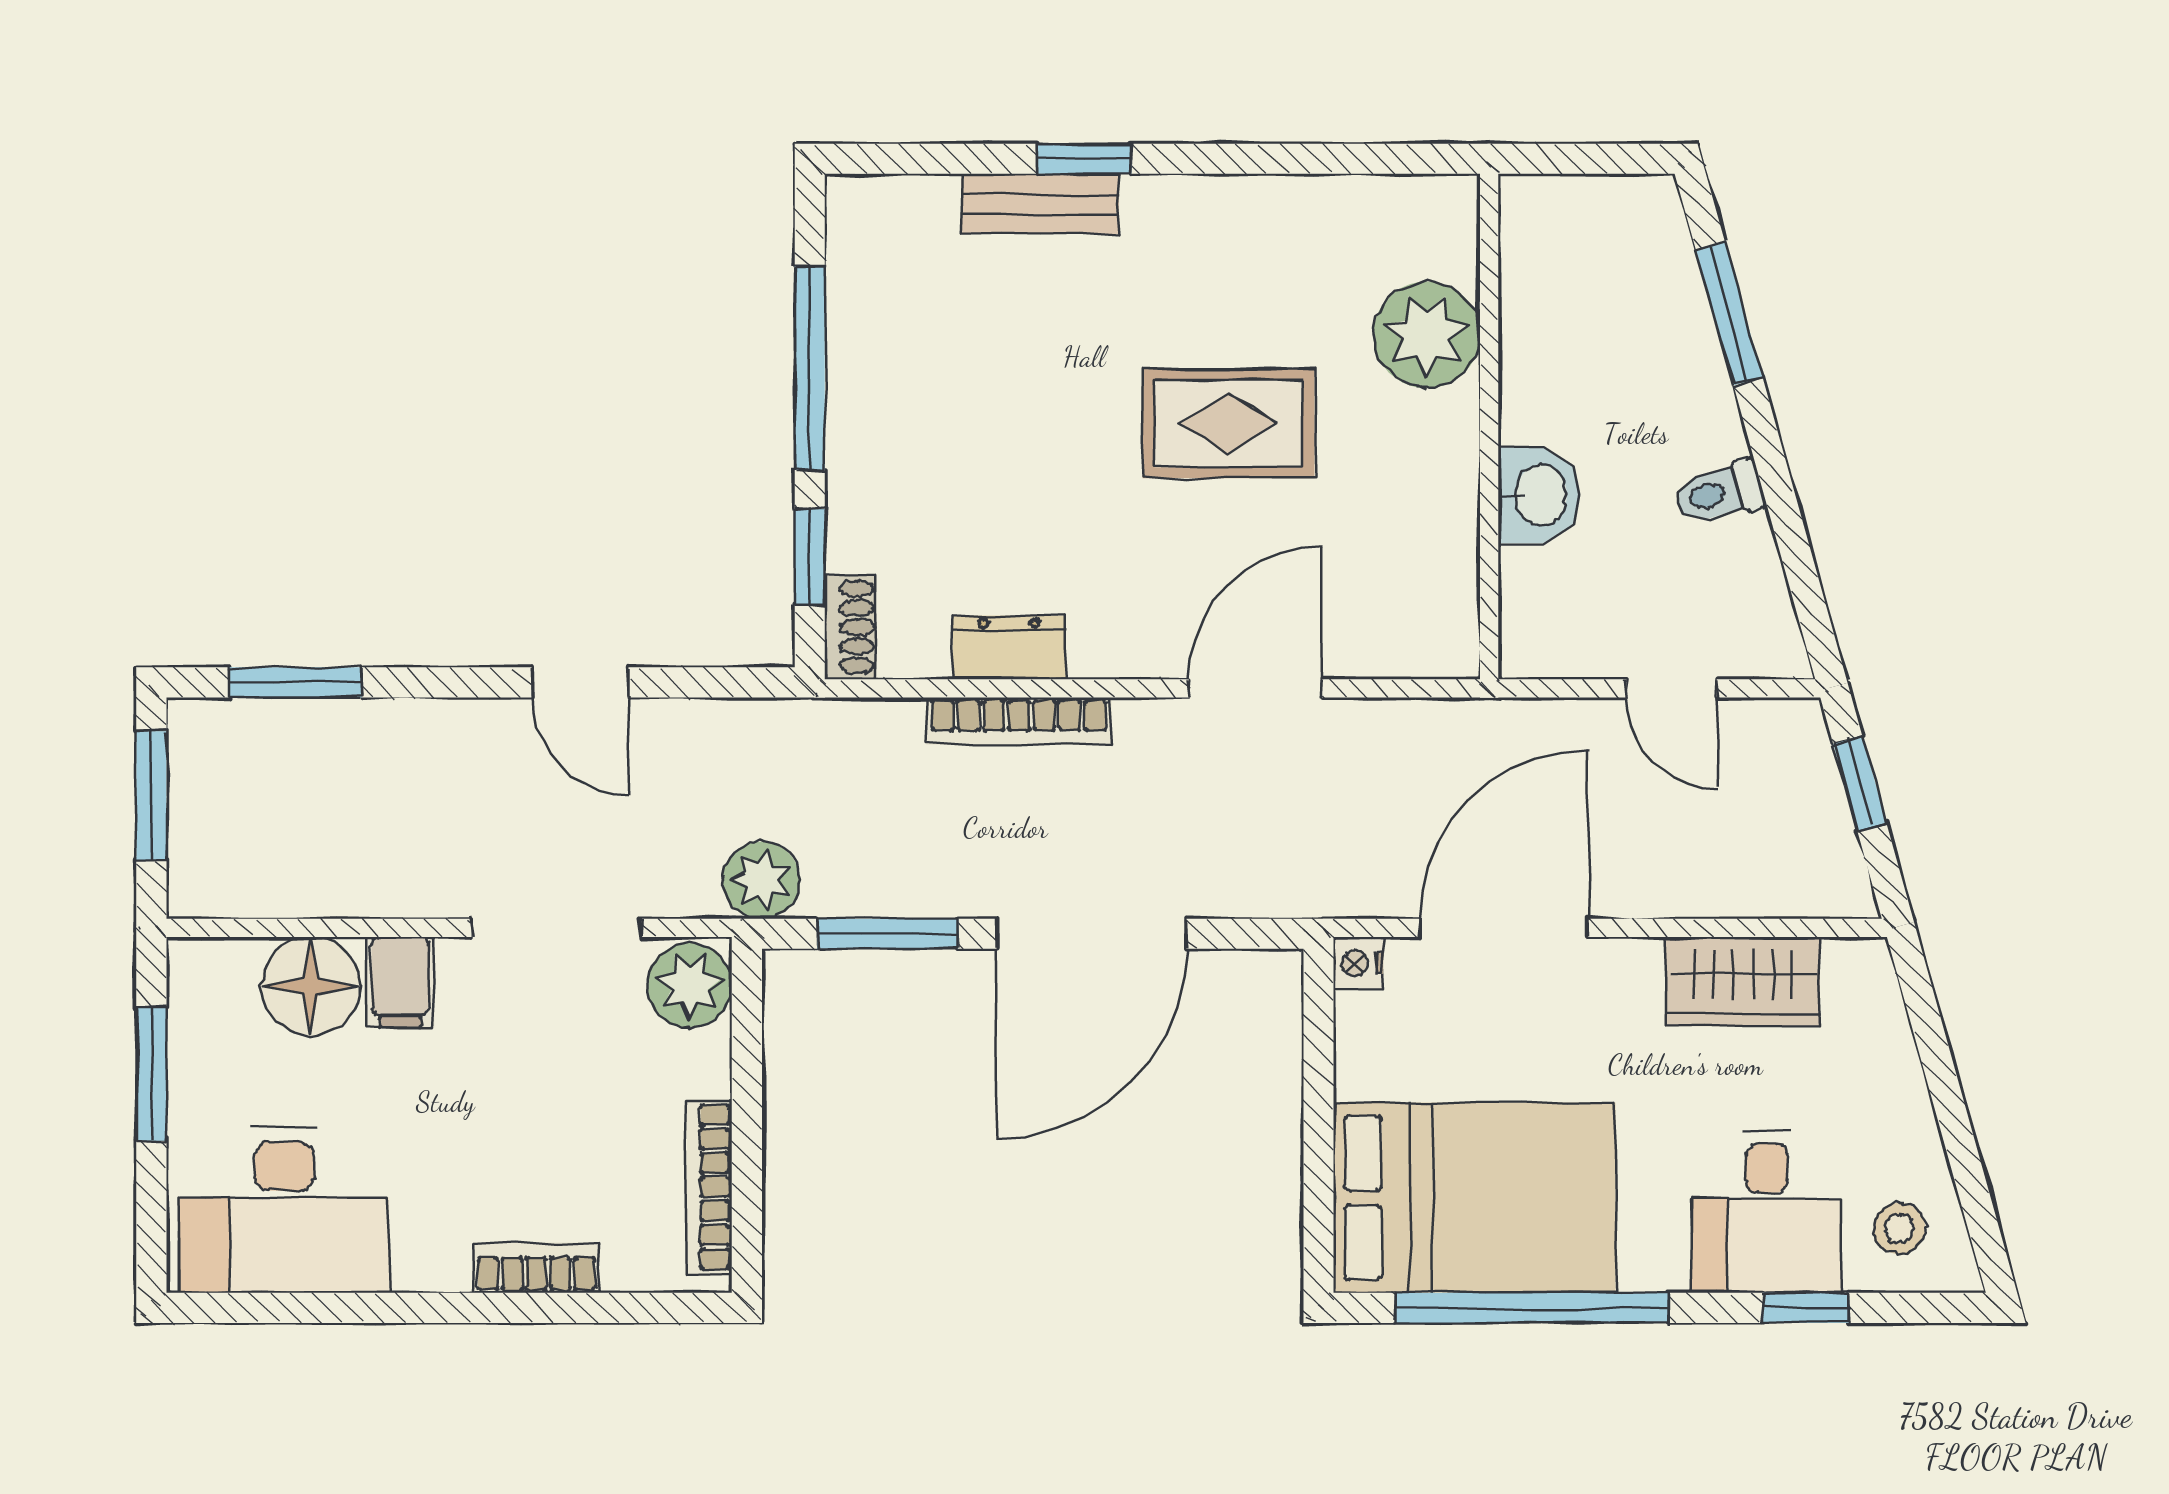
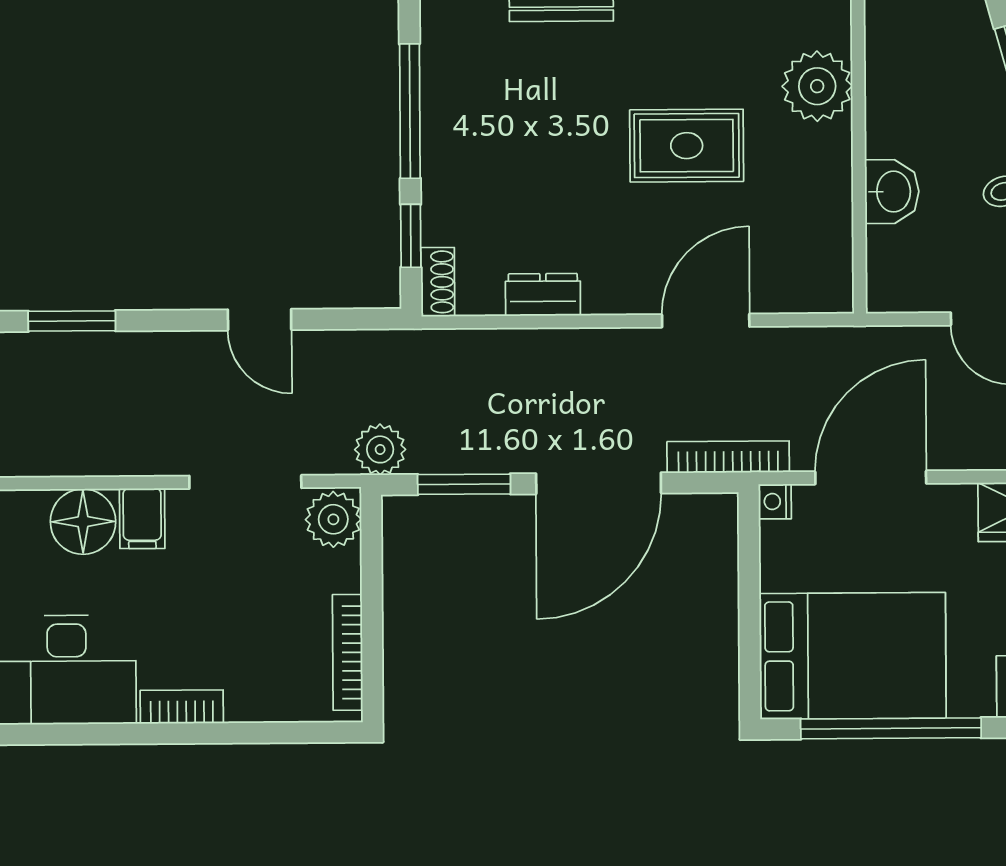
bookcase: (1019, 721) -> (728, 457), moved, turned 180
bookcase: (536, 1268) -> (182, 707), moved

